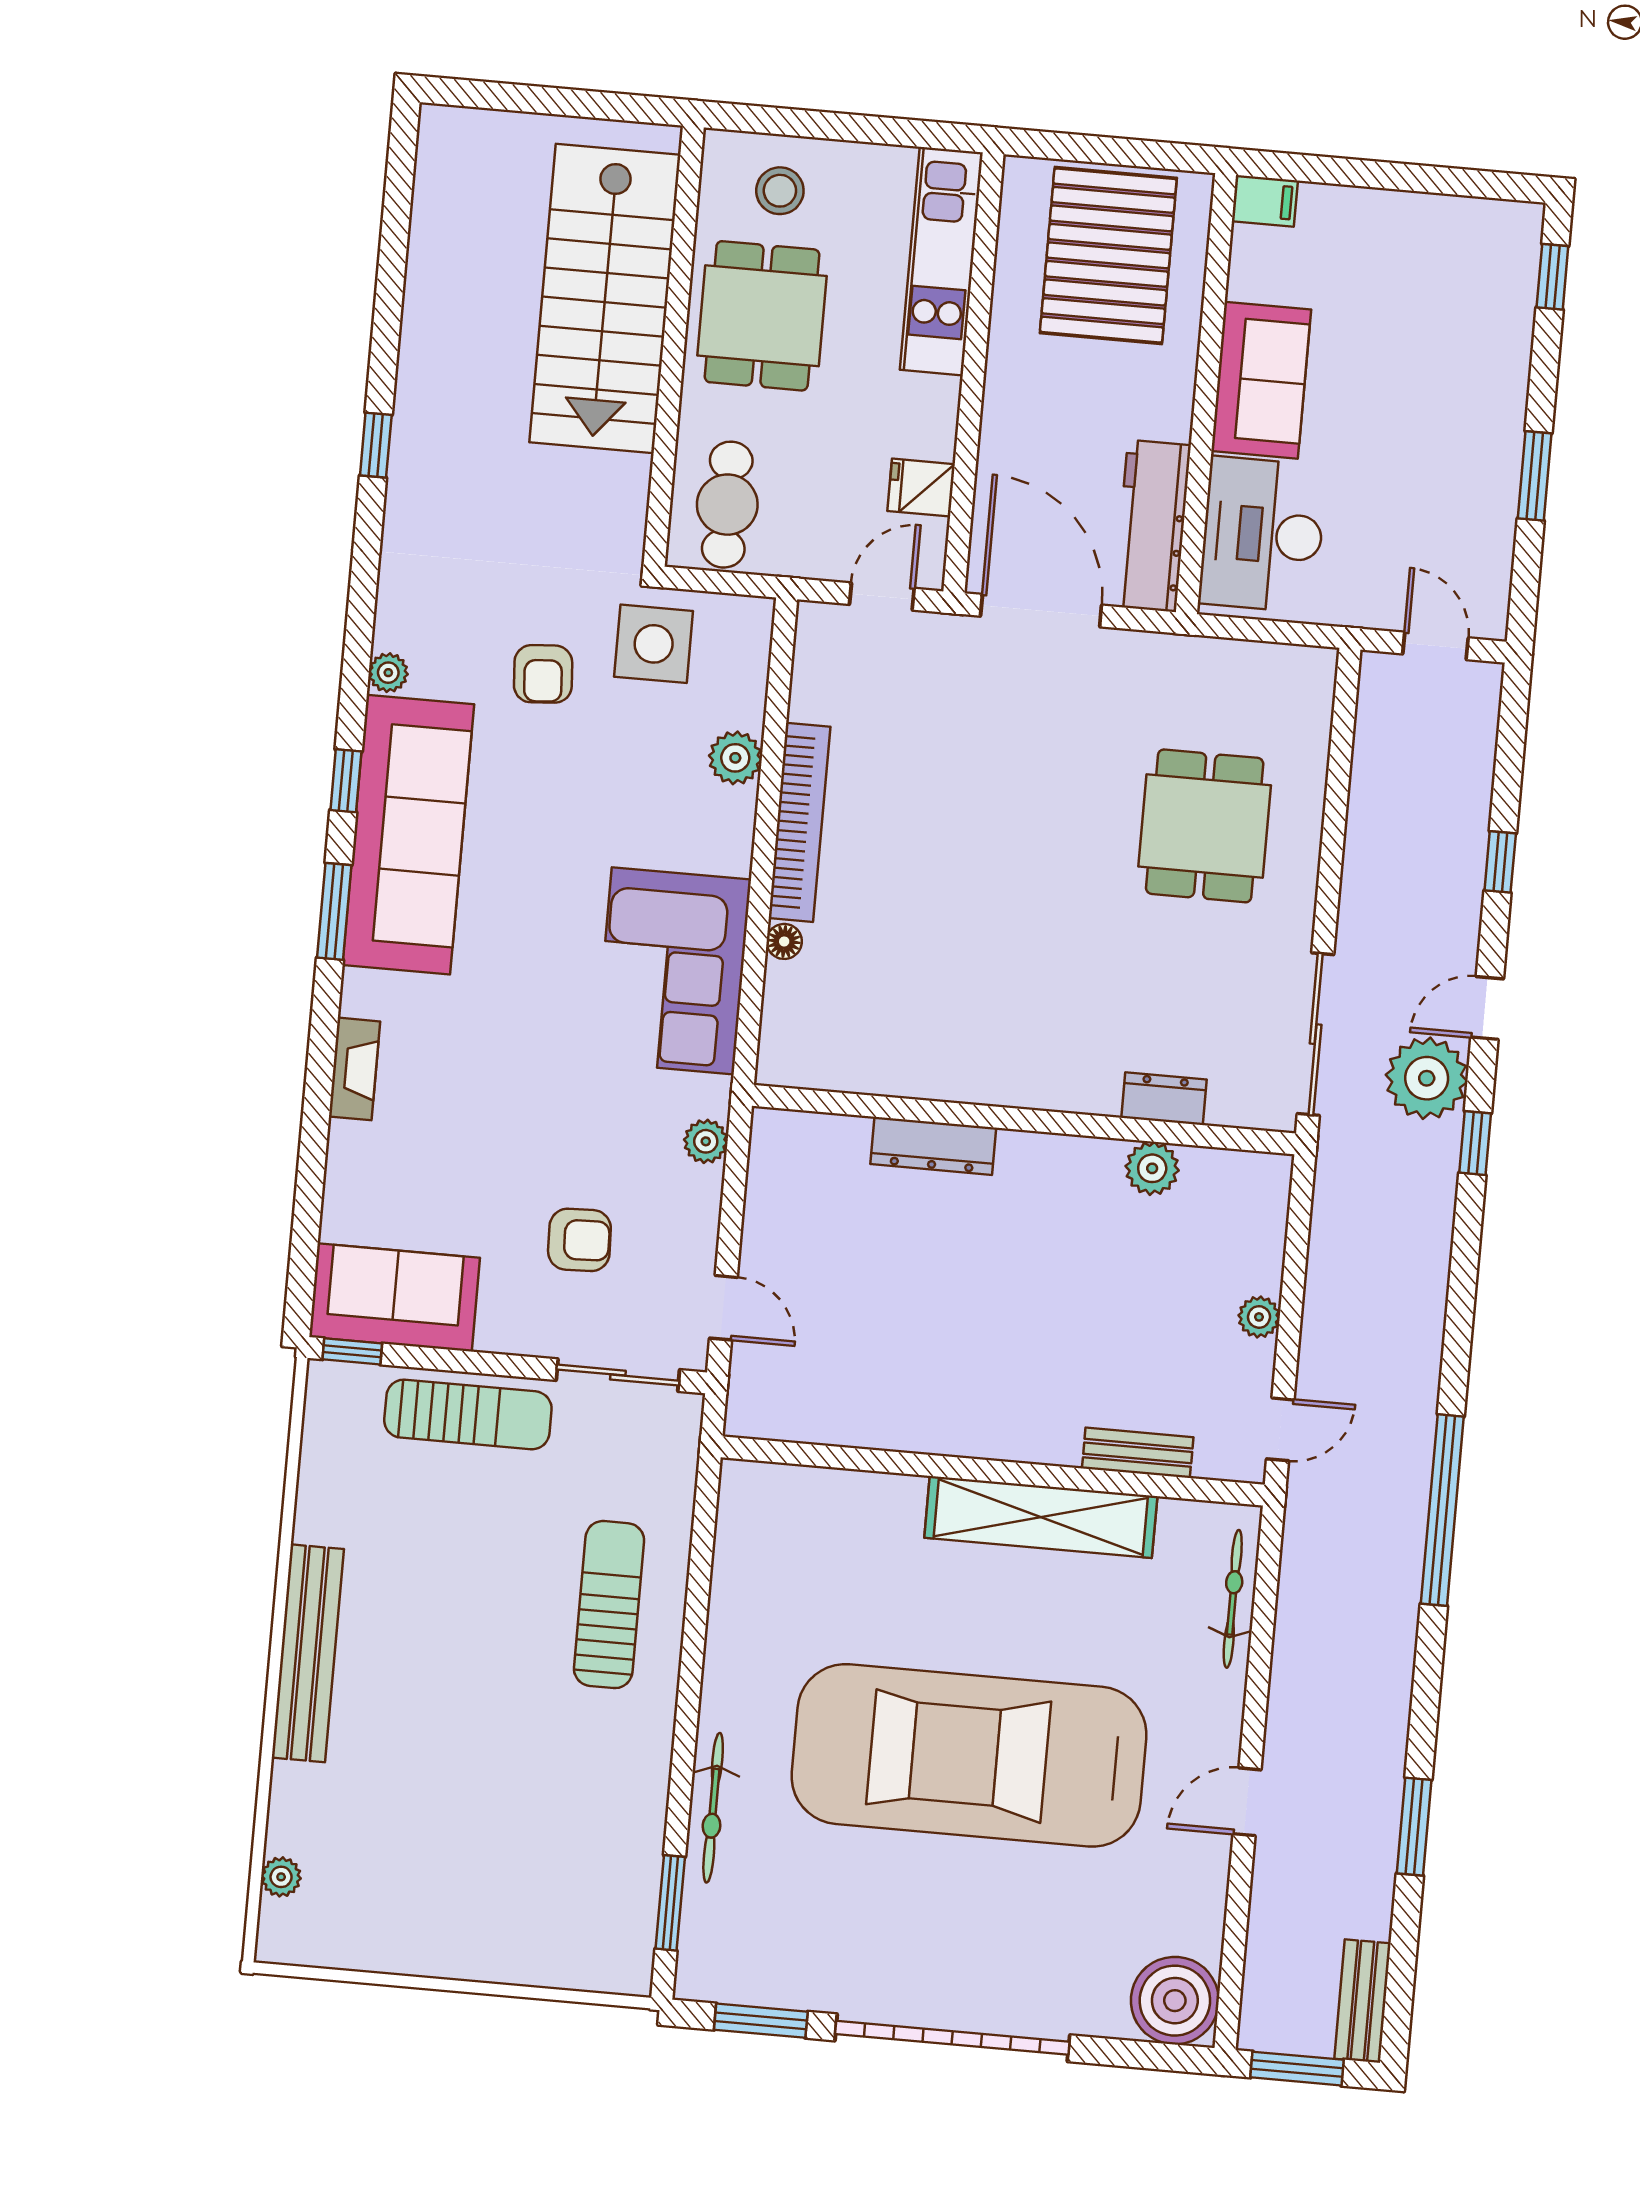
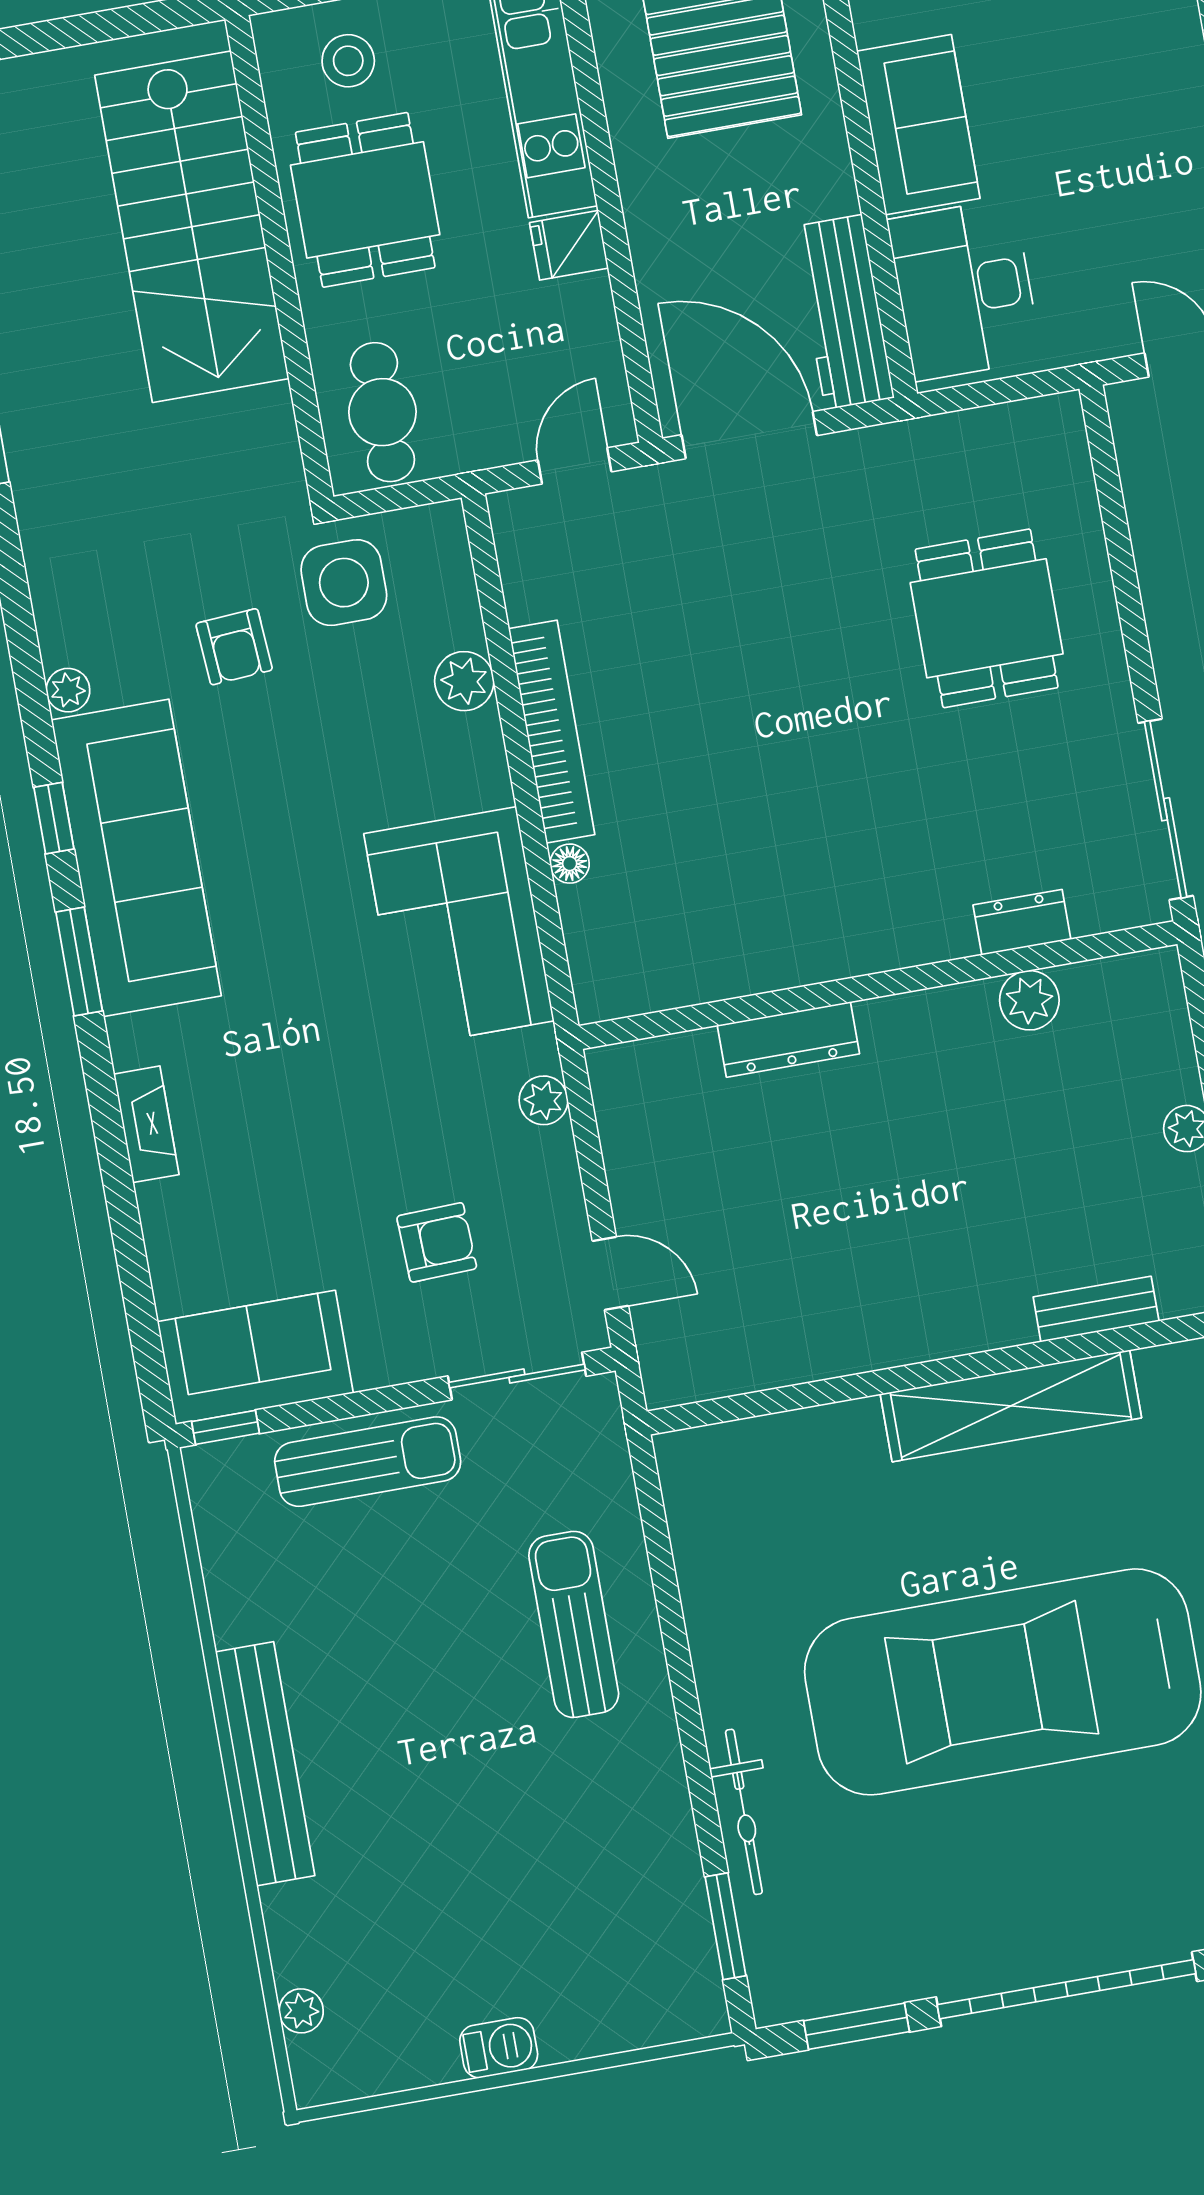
fridge: (921, 488) -> (569, 245), moved
barbecue: (444, 1955) -> (499, 2048), added

